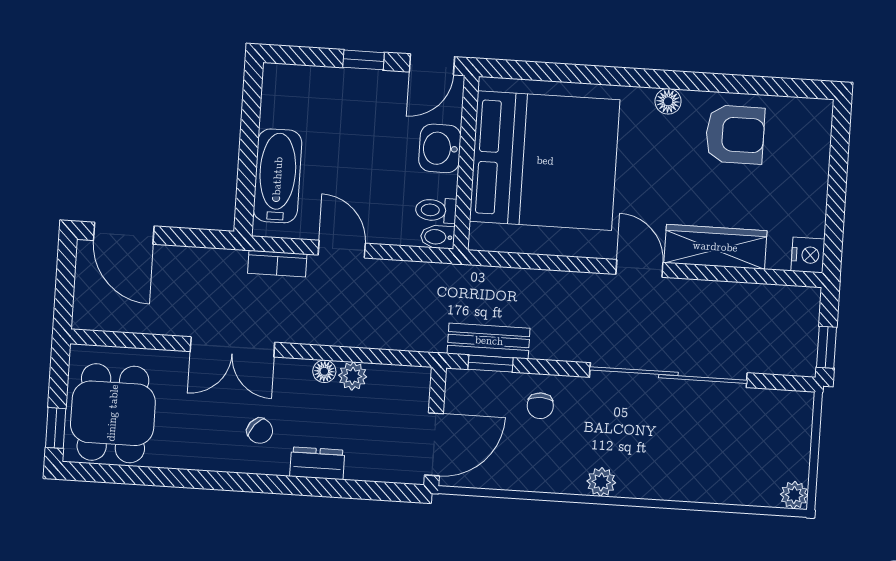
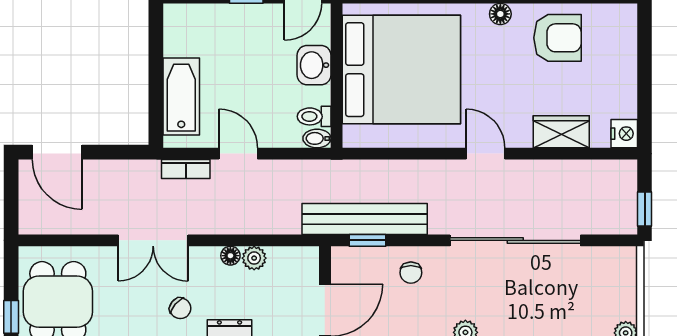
wardrobe: (715, 247) -> (561, 132), width x0.67
bench: (489, 341) -> (365, 219), width x1.86, depth x1.21

